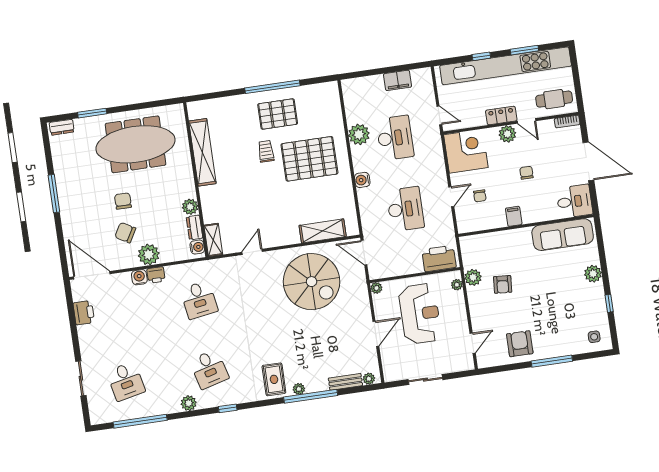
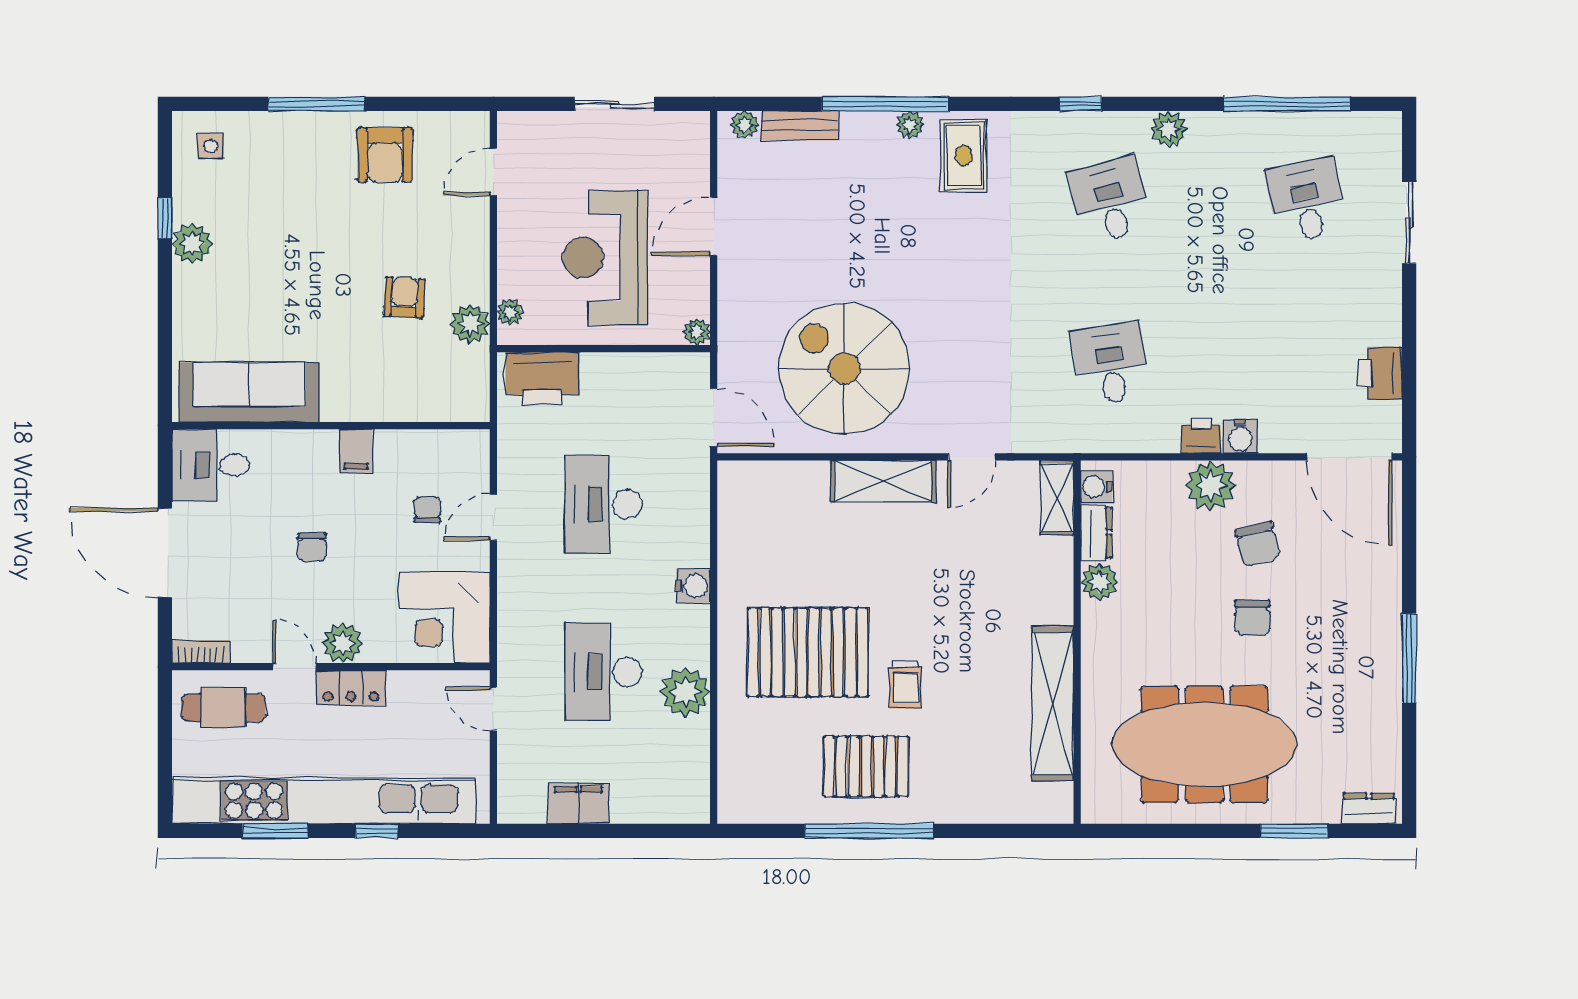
shelving: (323, 231) -> (883, 482), moved
chair: (125, 233) -> (1258, 544), turned 46
plant: (593, 274) -> (192, 243), moved

